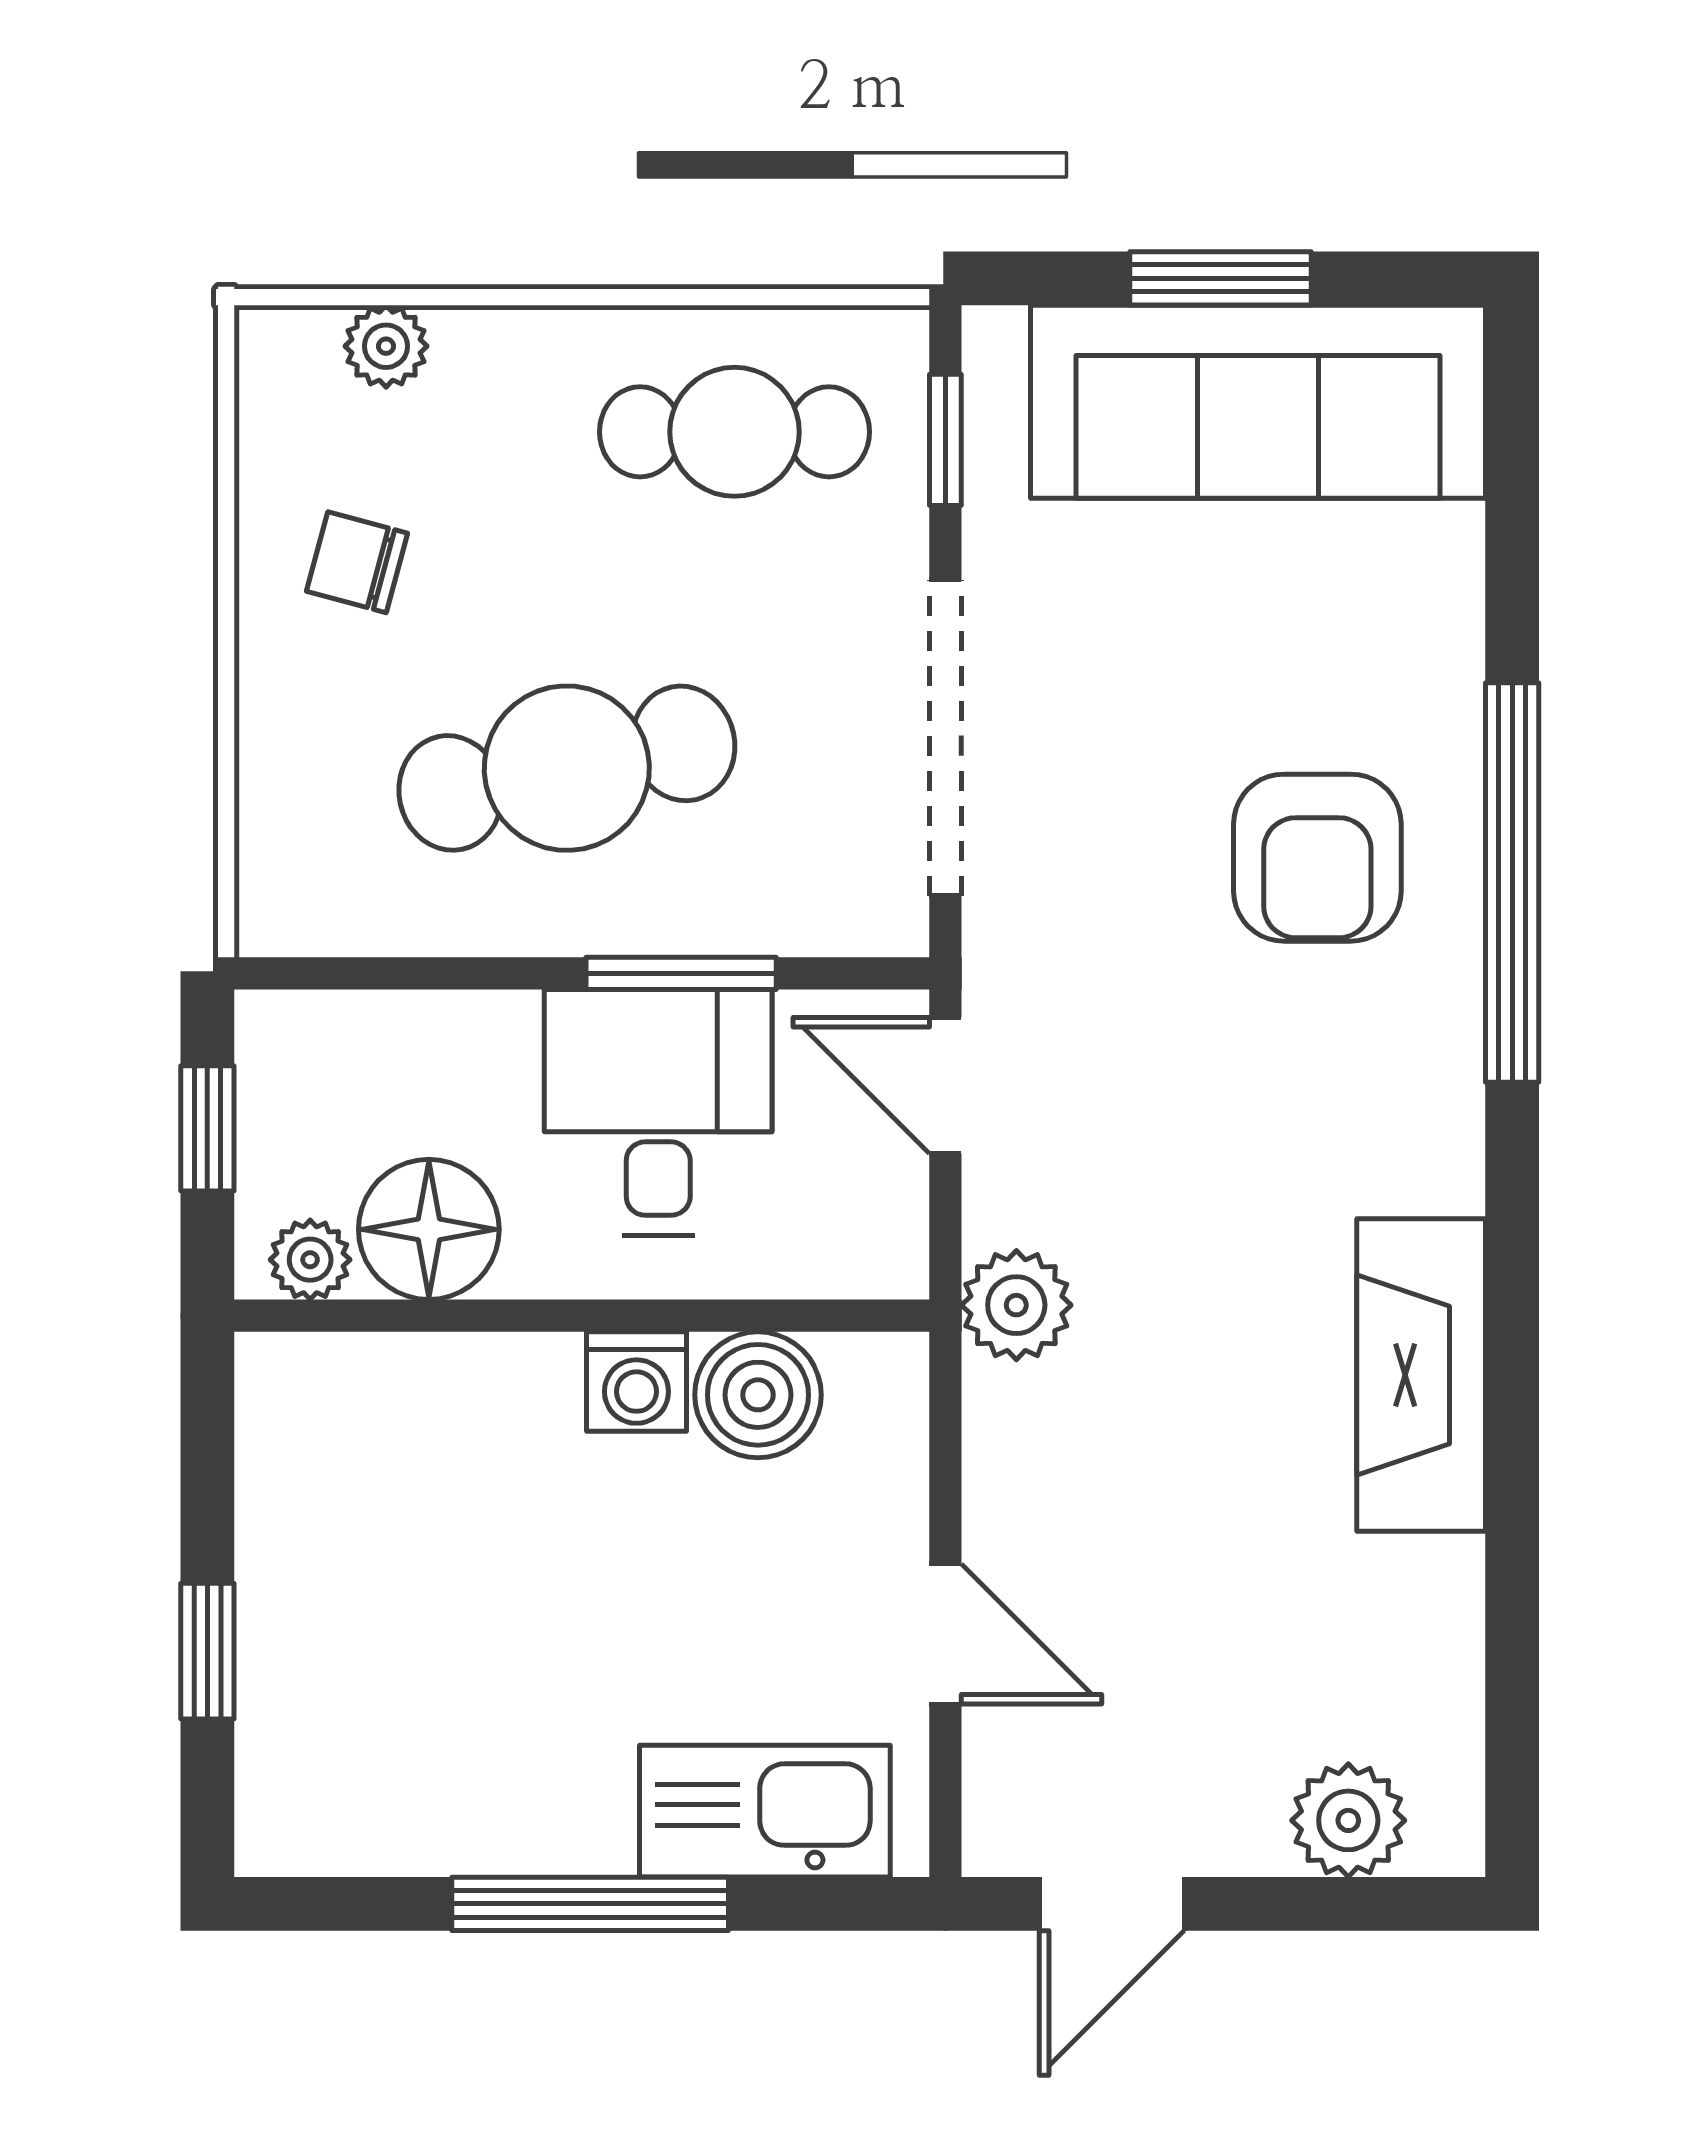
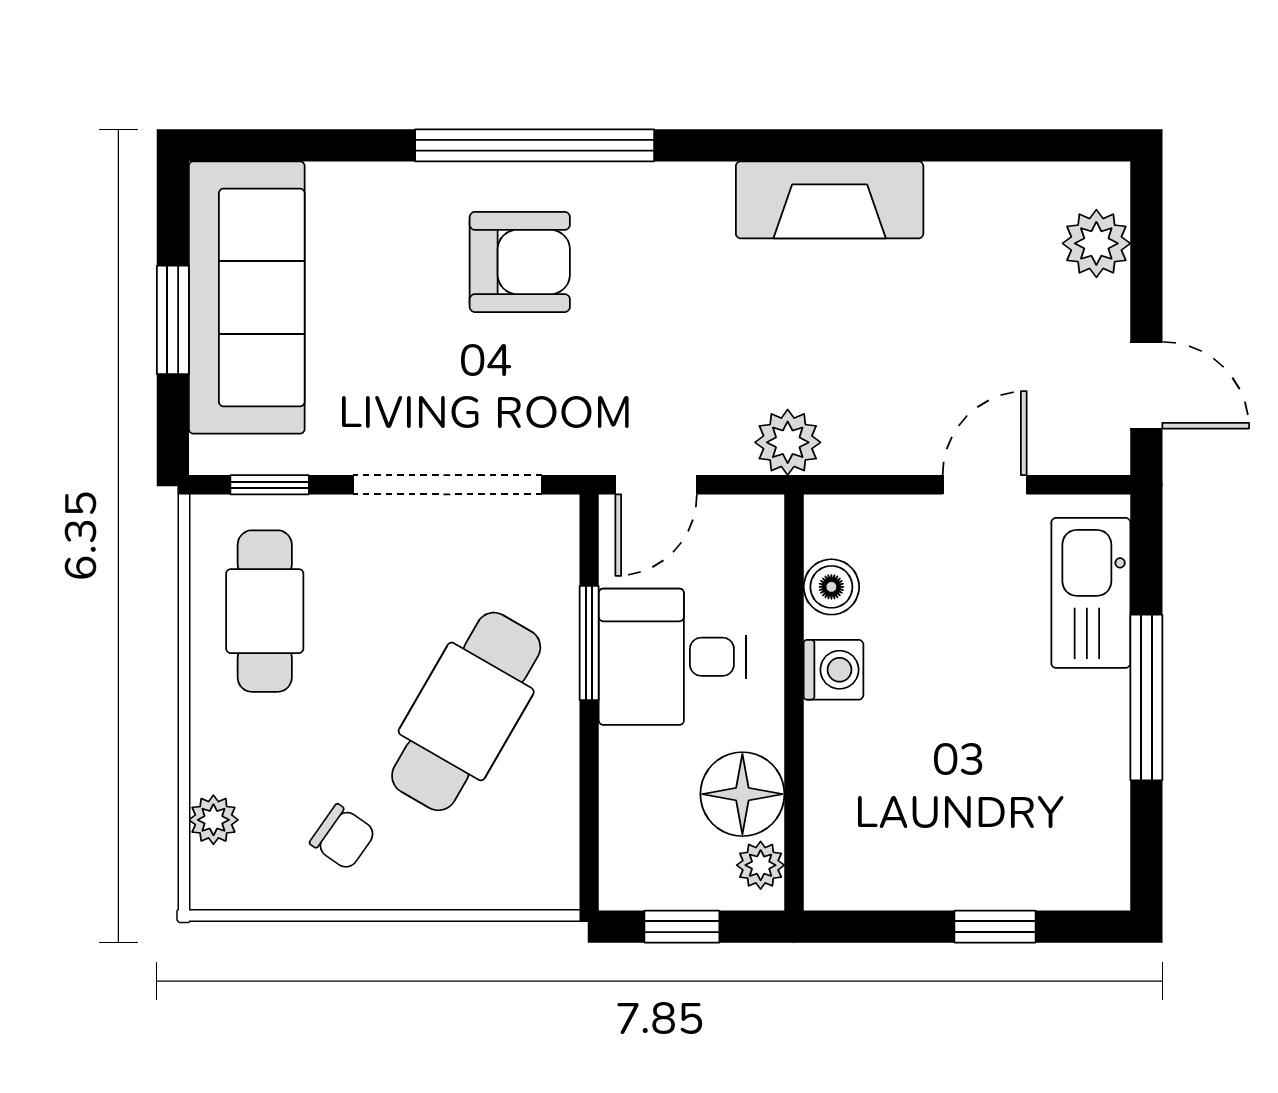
chair: (357, 562) -> (343, 837), turned -70
cafe table: (567, 768) -> (466, 711), turned 42
boiler: (758, 1395) -> (831, 587), width x0.73, depth x0.73

